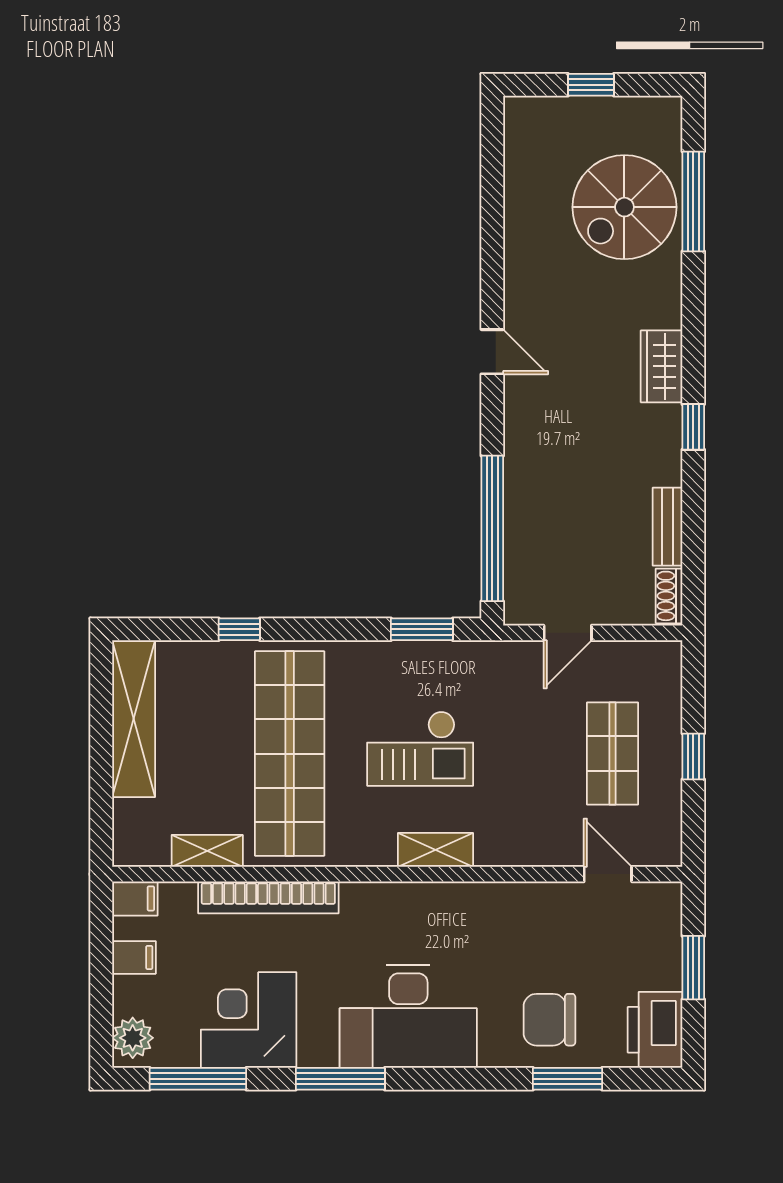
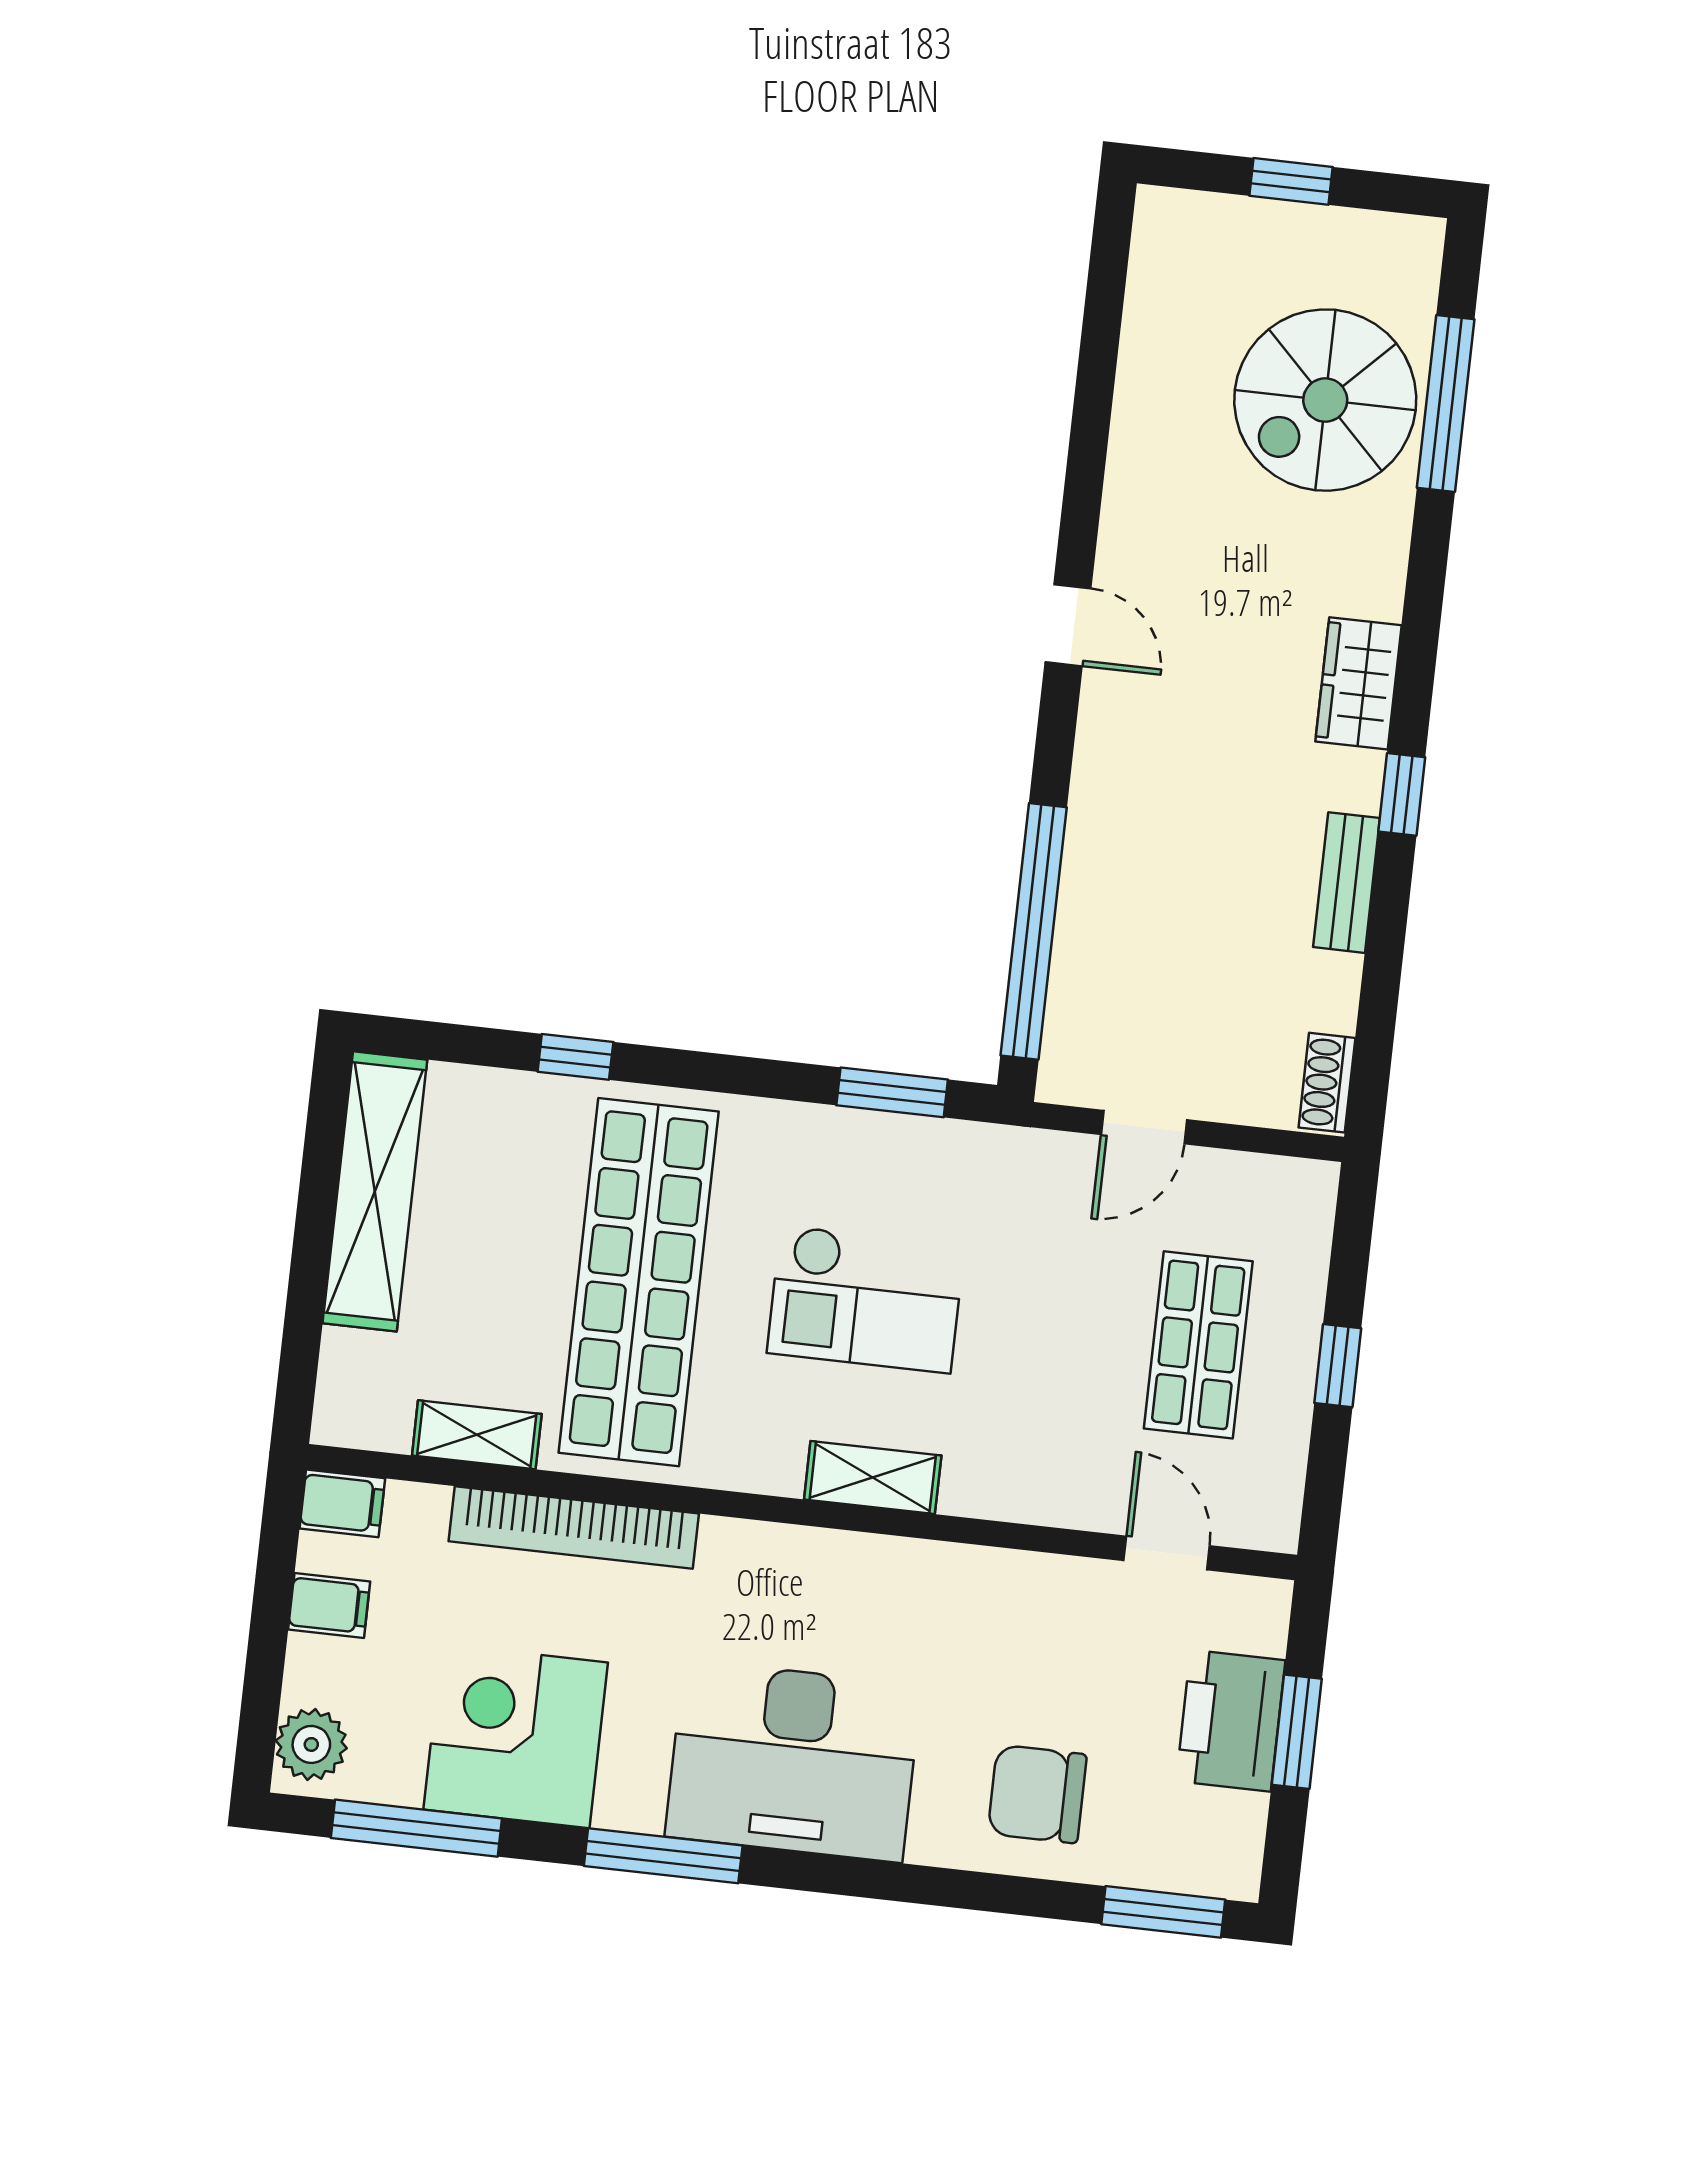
bench: (667, 527) -> (1347, 883), moved
printer: (655, 1030) -> (1231, 1721), moved
window: (567, 1079) -> (1163, 1912), moved

